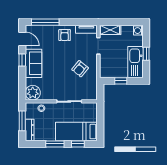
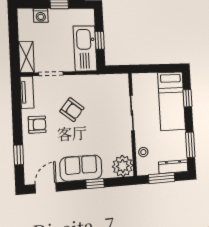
window: (45, 22) -> (19, 155), width x0.46
washing machine: (138, 31) -> (41, 15), moved
window: (22, 60) -> (95, 184), moved
kitchen sink: (135, 62) -> (85, 48), moved, turned 90
armchair: (80, 69) -> (72, 110), moved
window: (55, 144) -> (190, 145), moved

